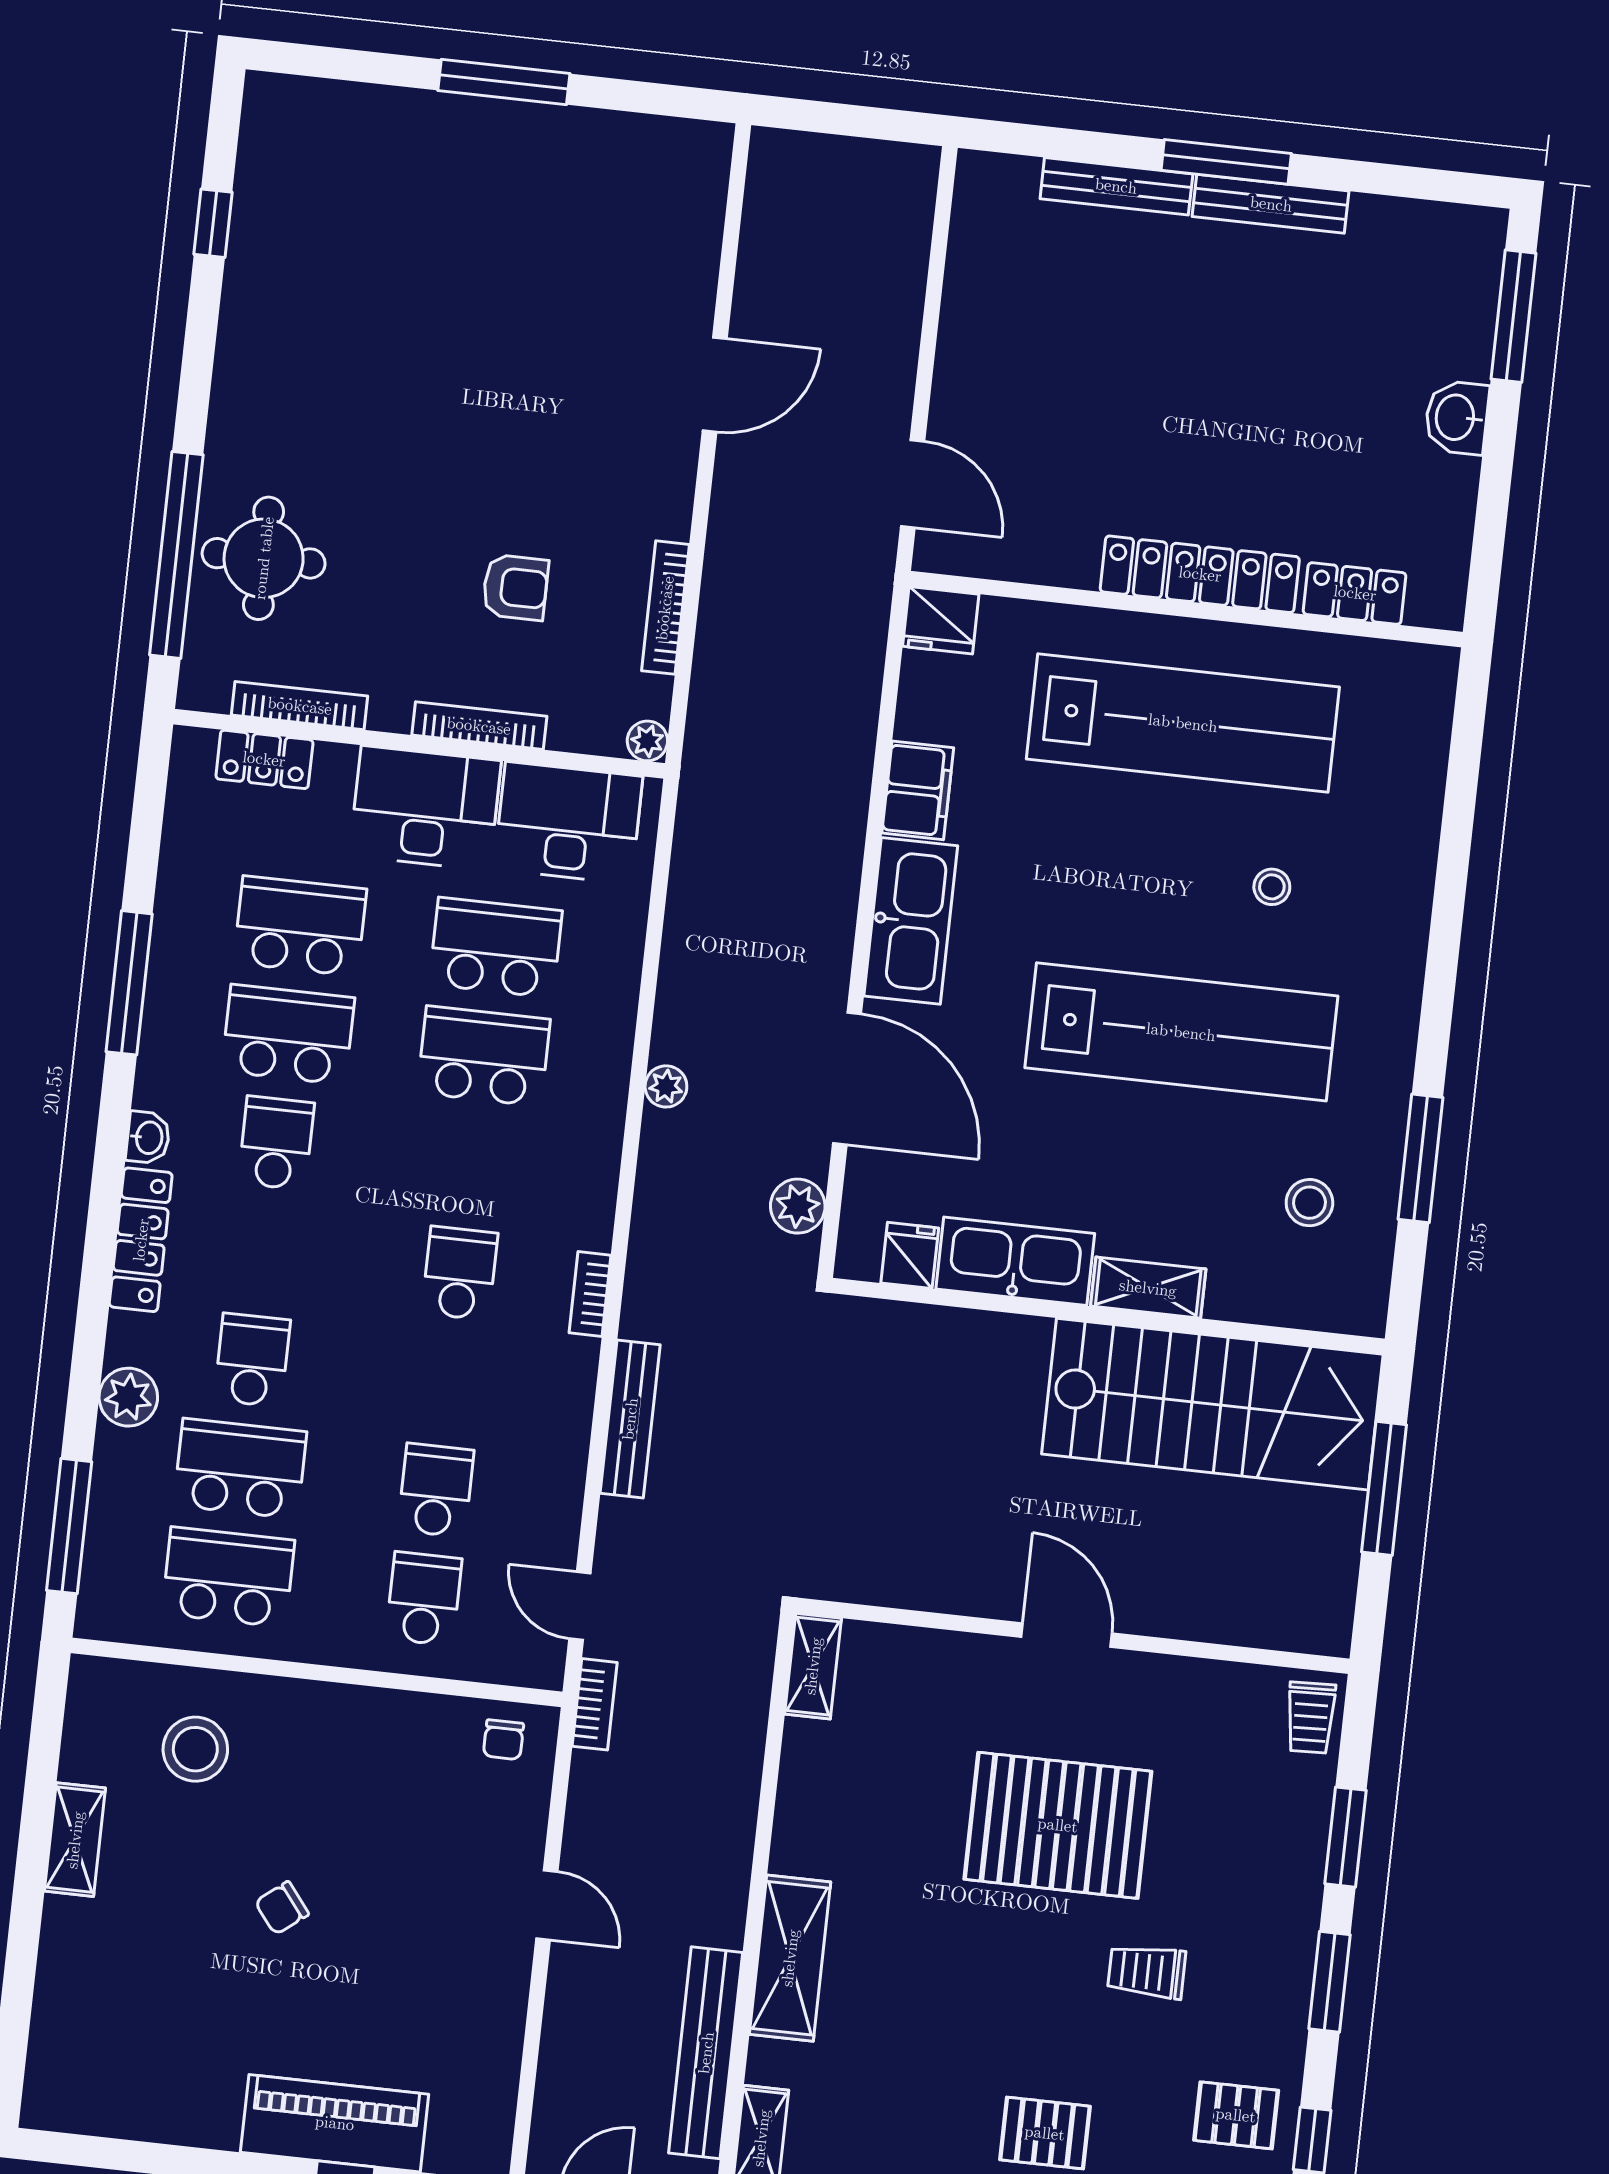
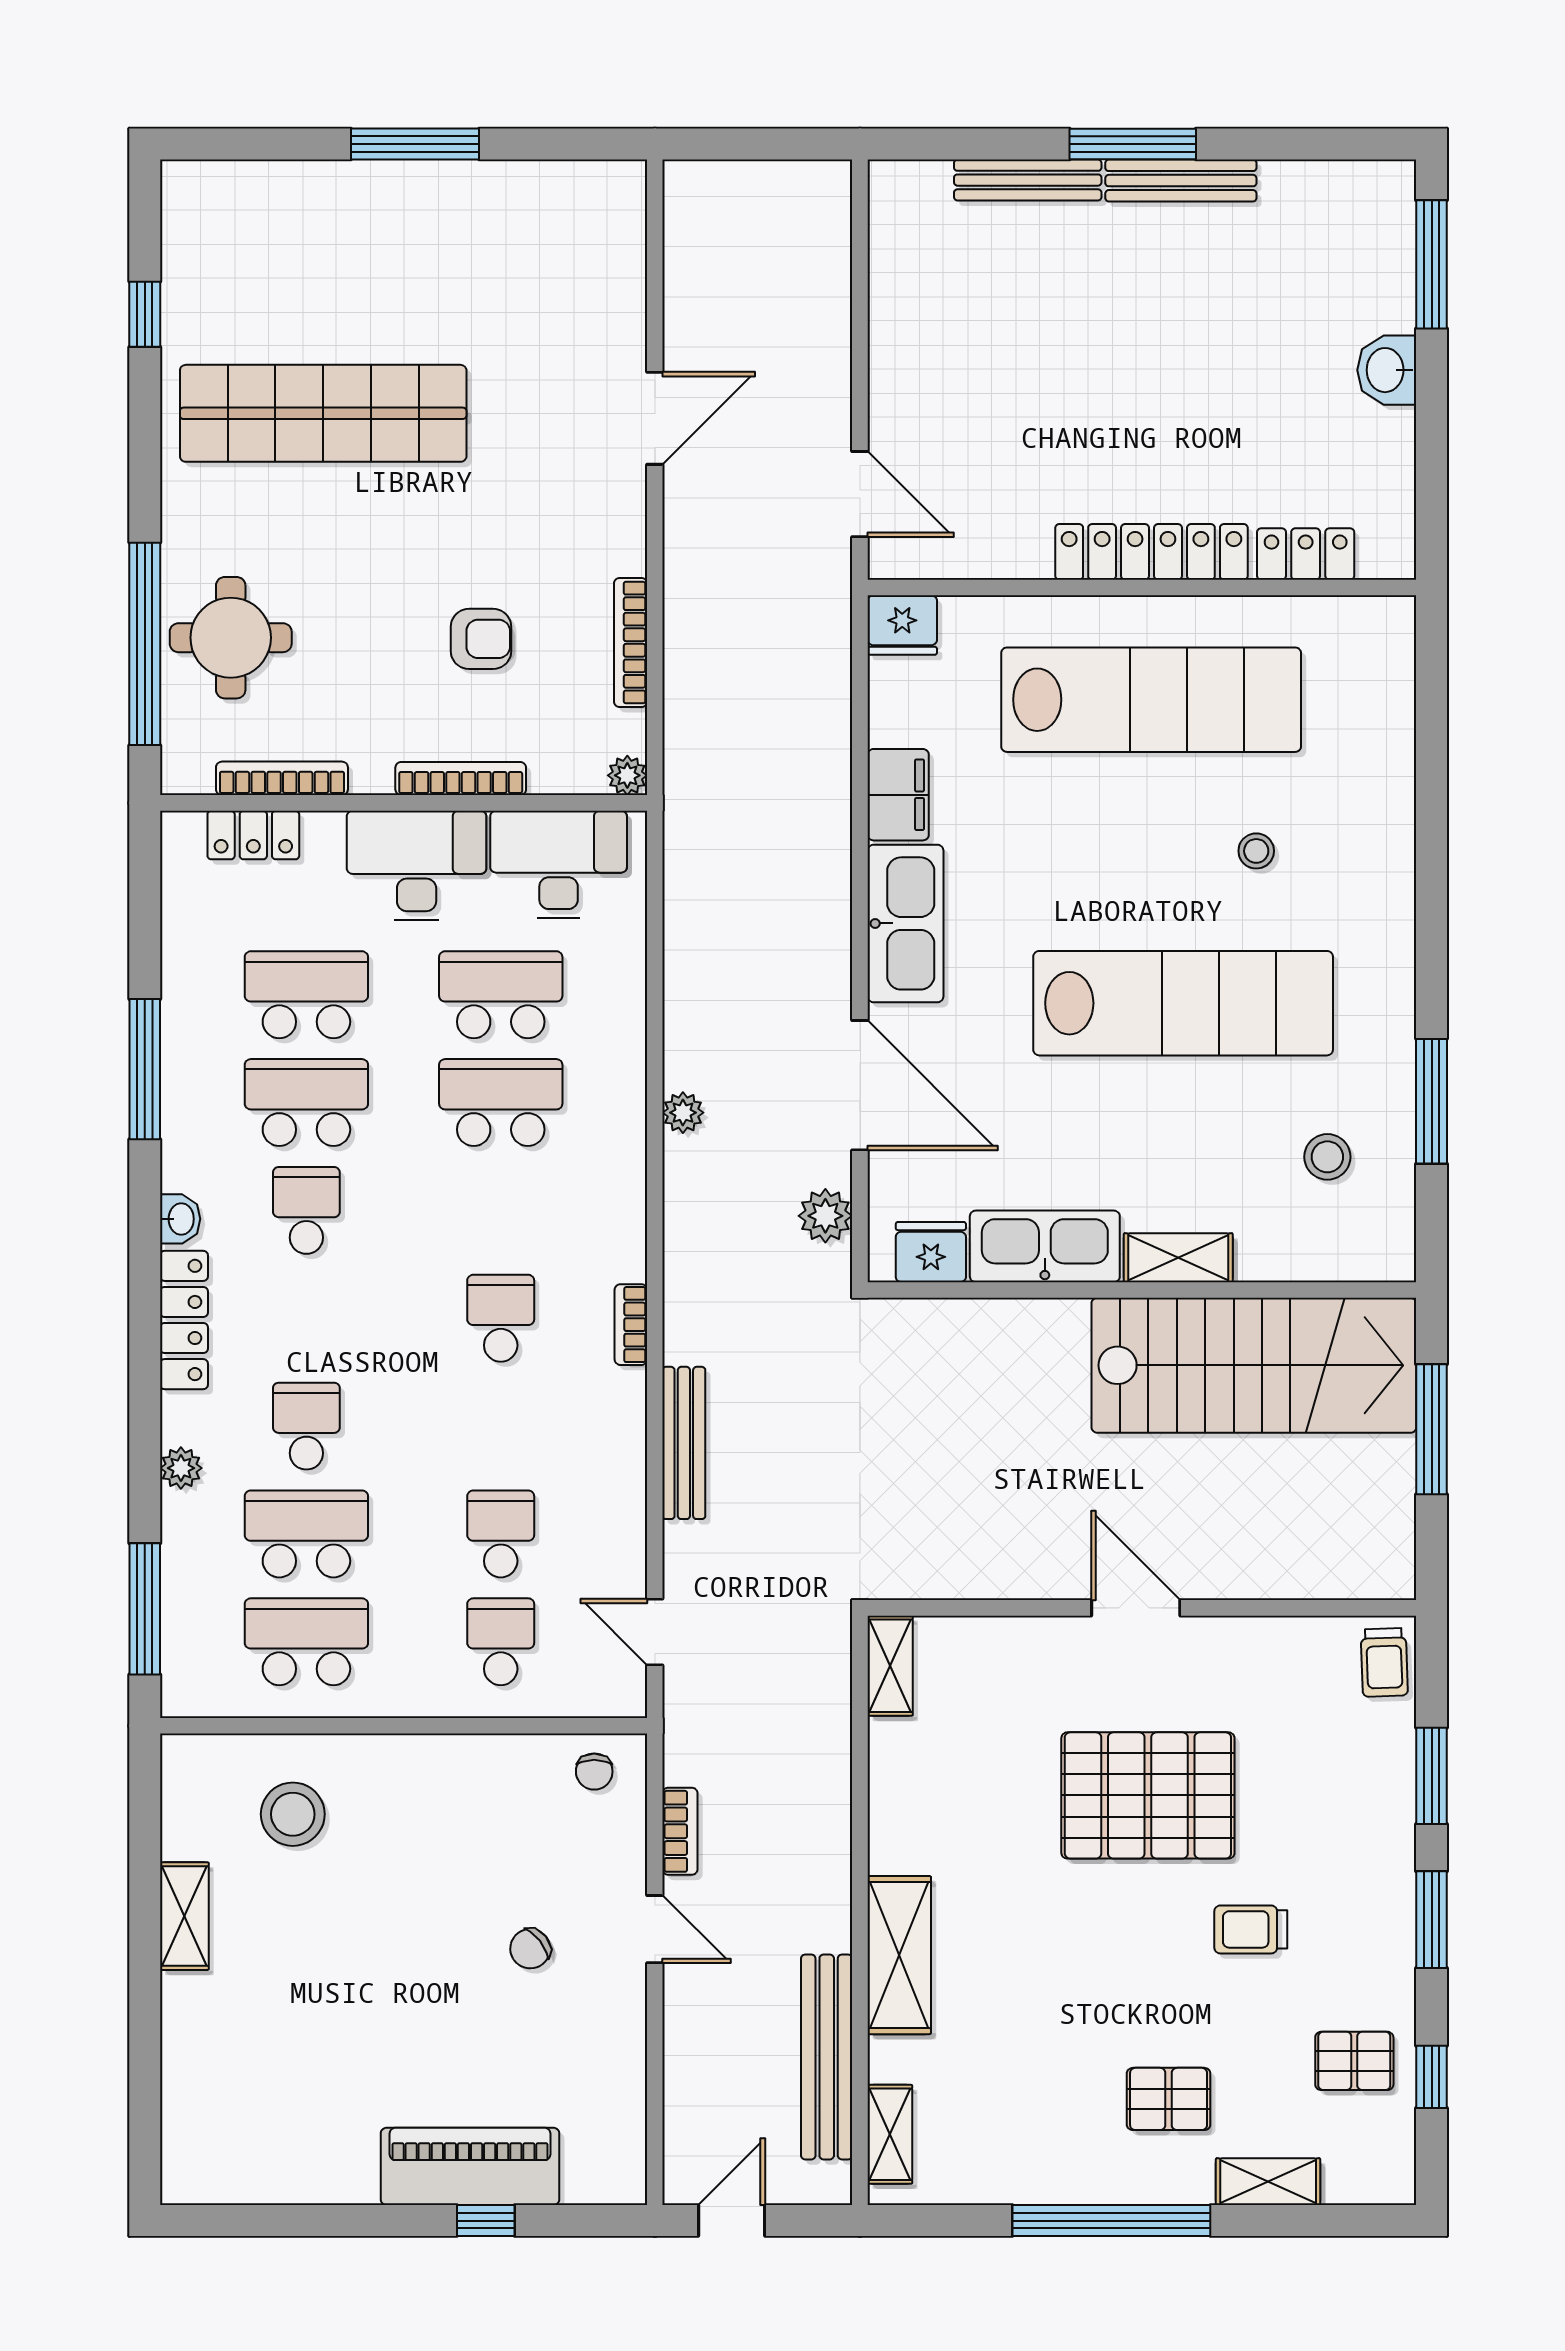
shop shelf: (382, 343) -> (323, 413), added
fridge: (910, 1255) -> (931, 1252), width x1.38
plant: (128, 1397) -> (181, 1468), width x0.73, depth x0.73
bookcase: (595, 1704) -> (680, 1831), moved
chair: (282, 1908) -> (530, 1949), moved

